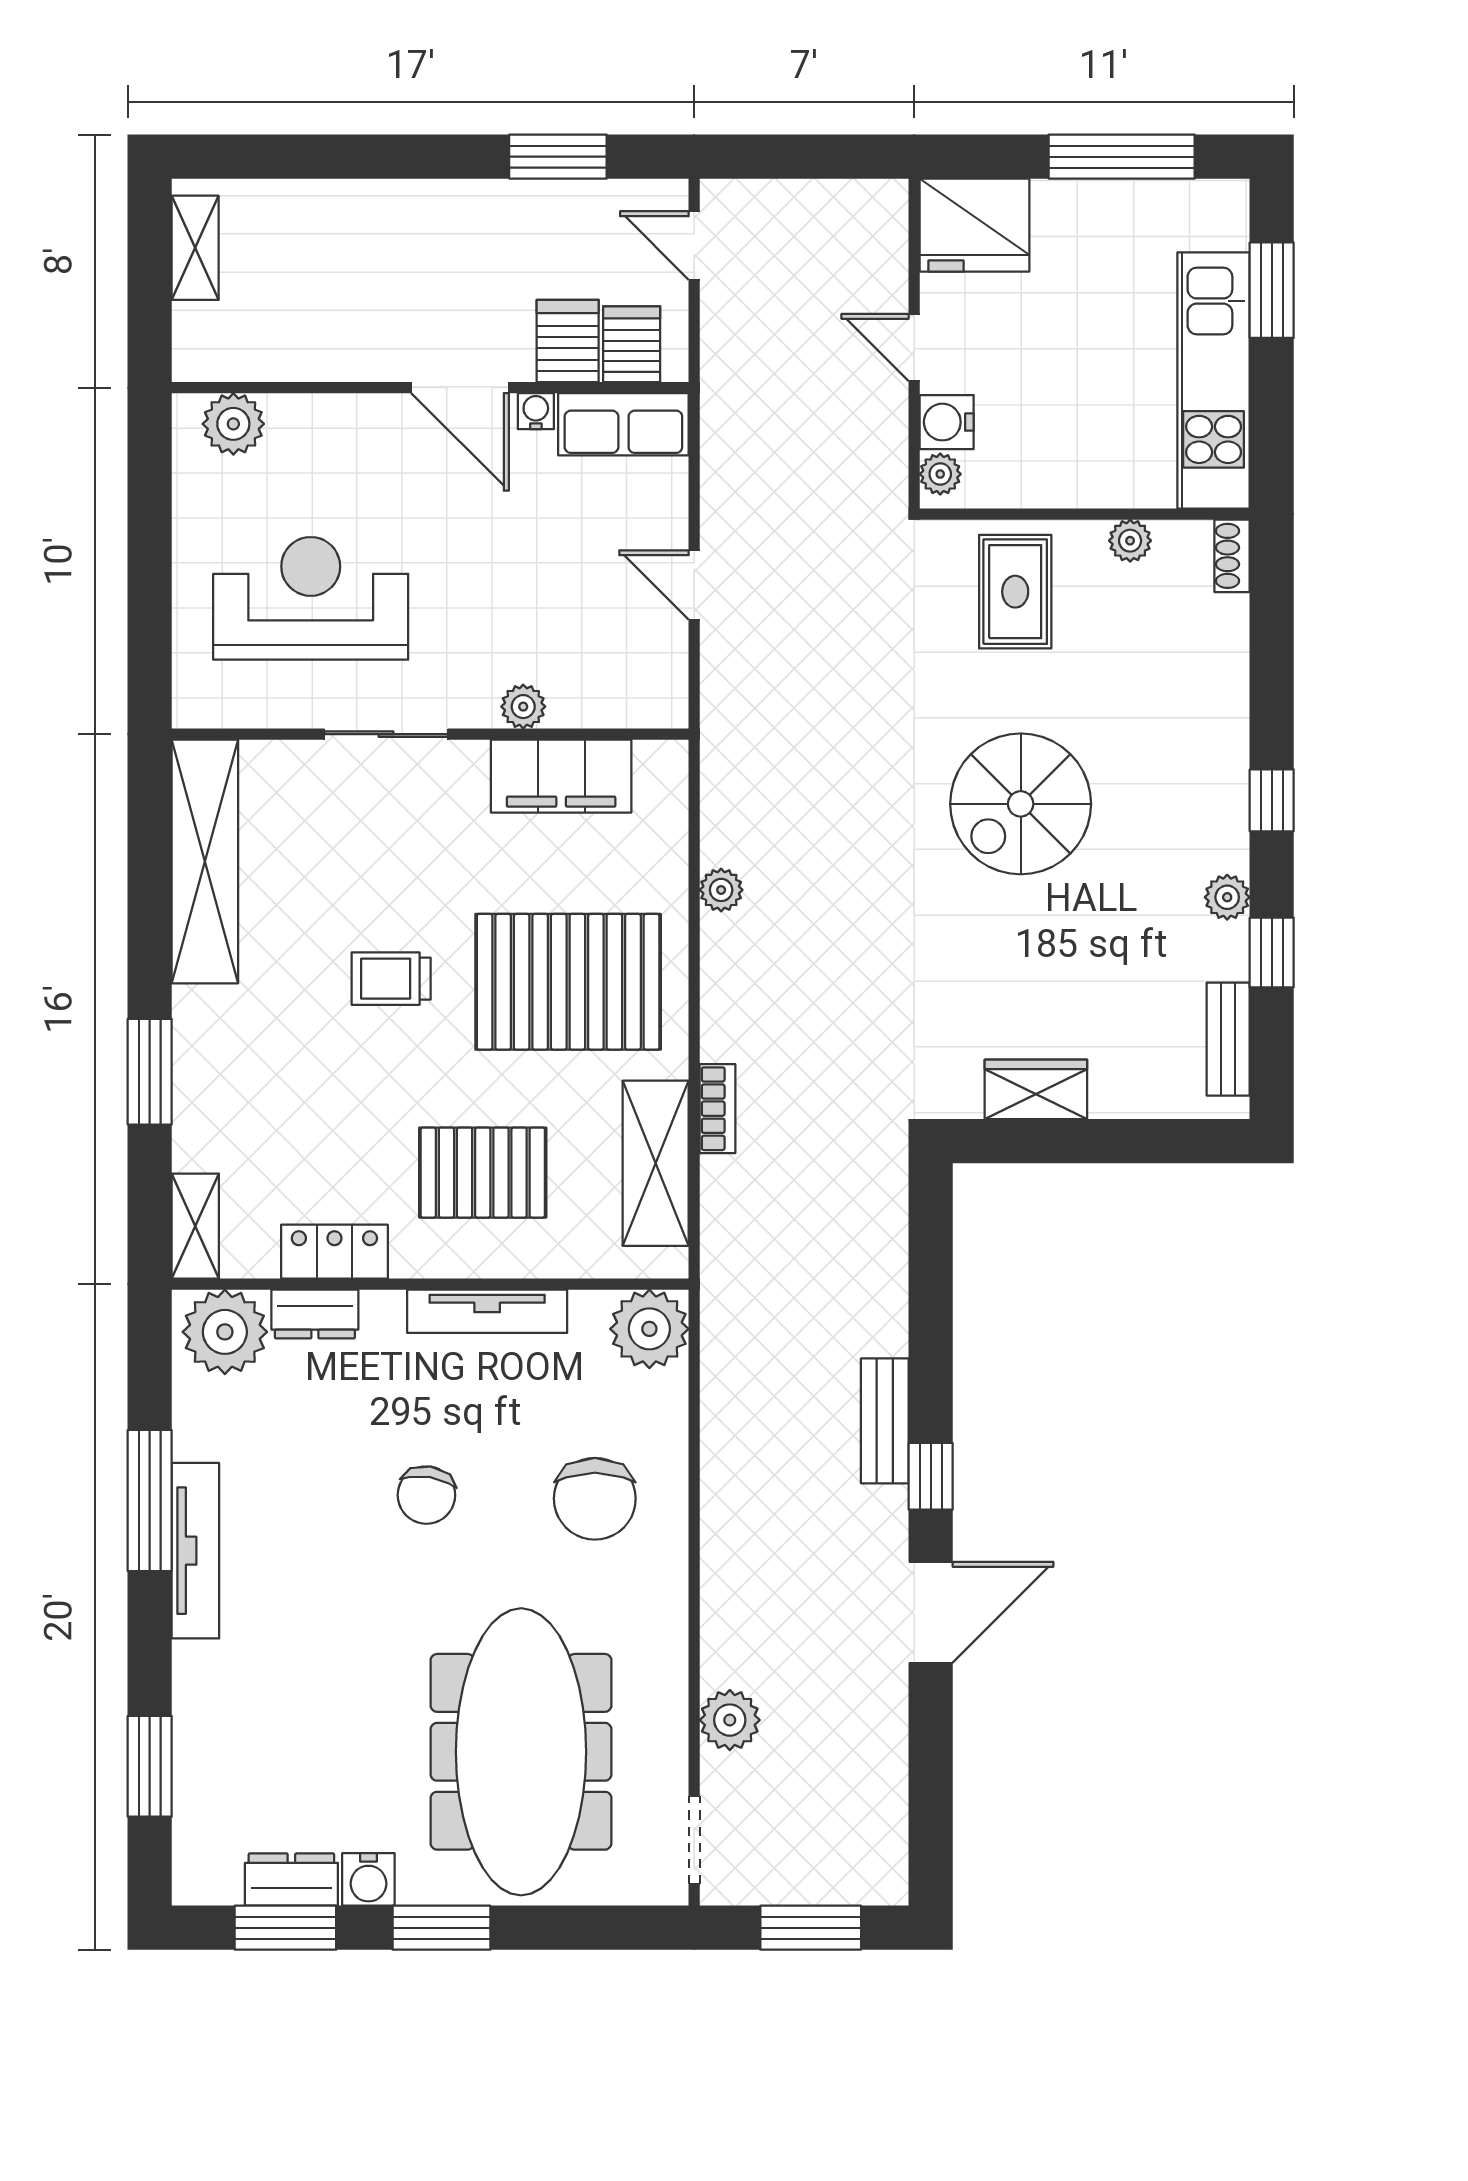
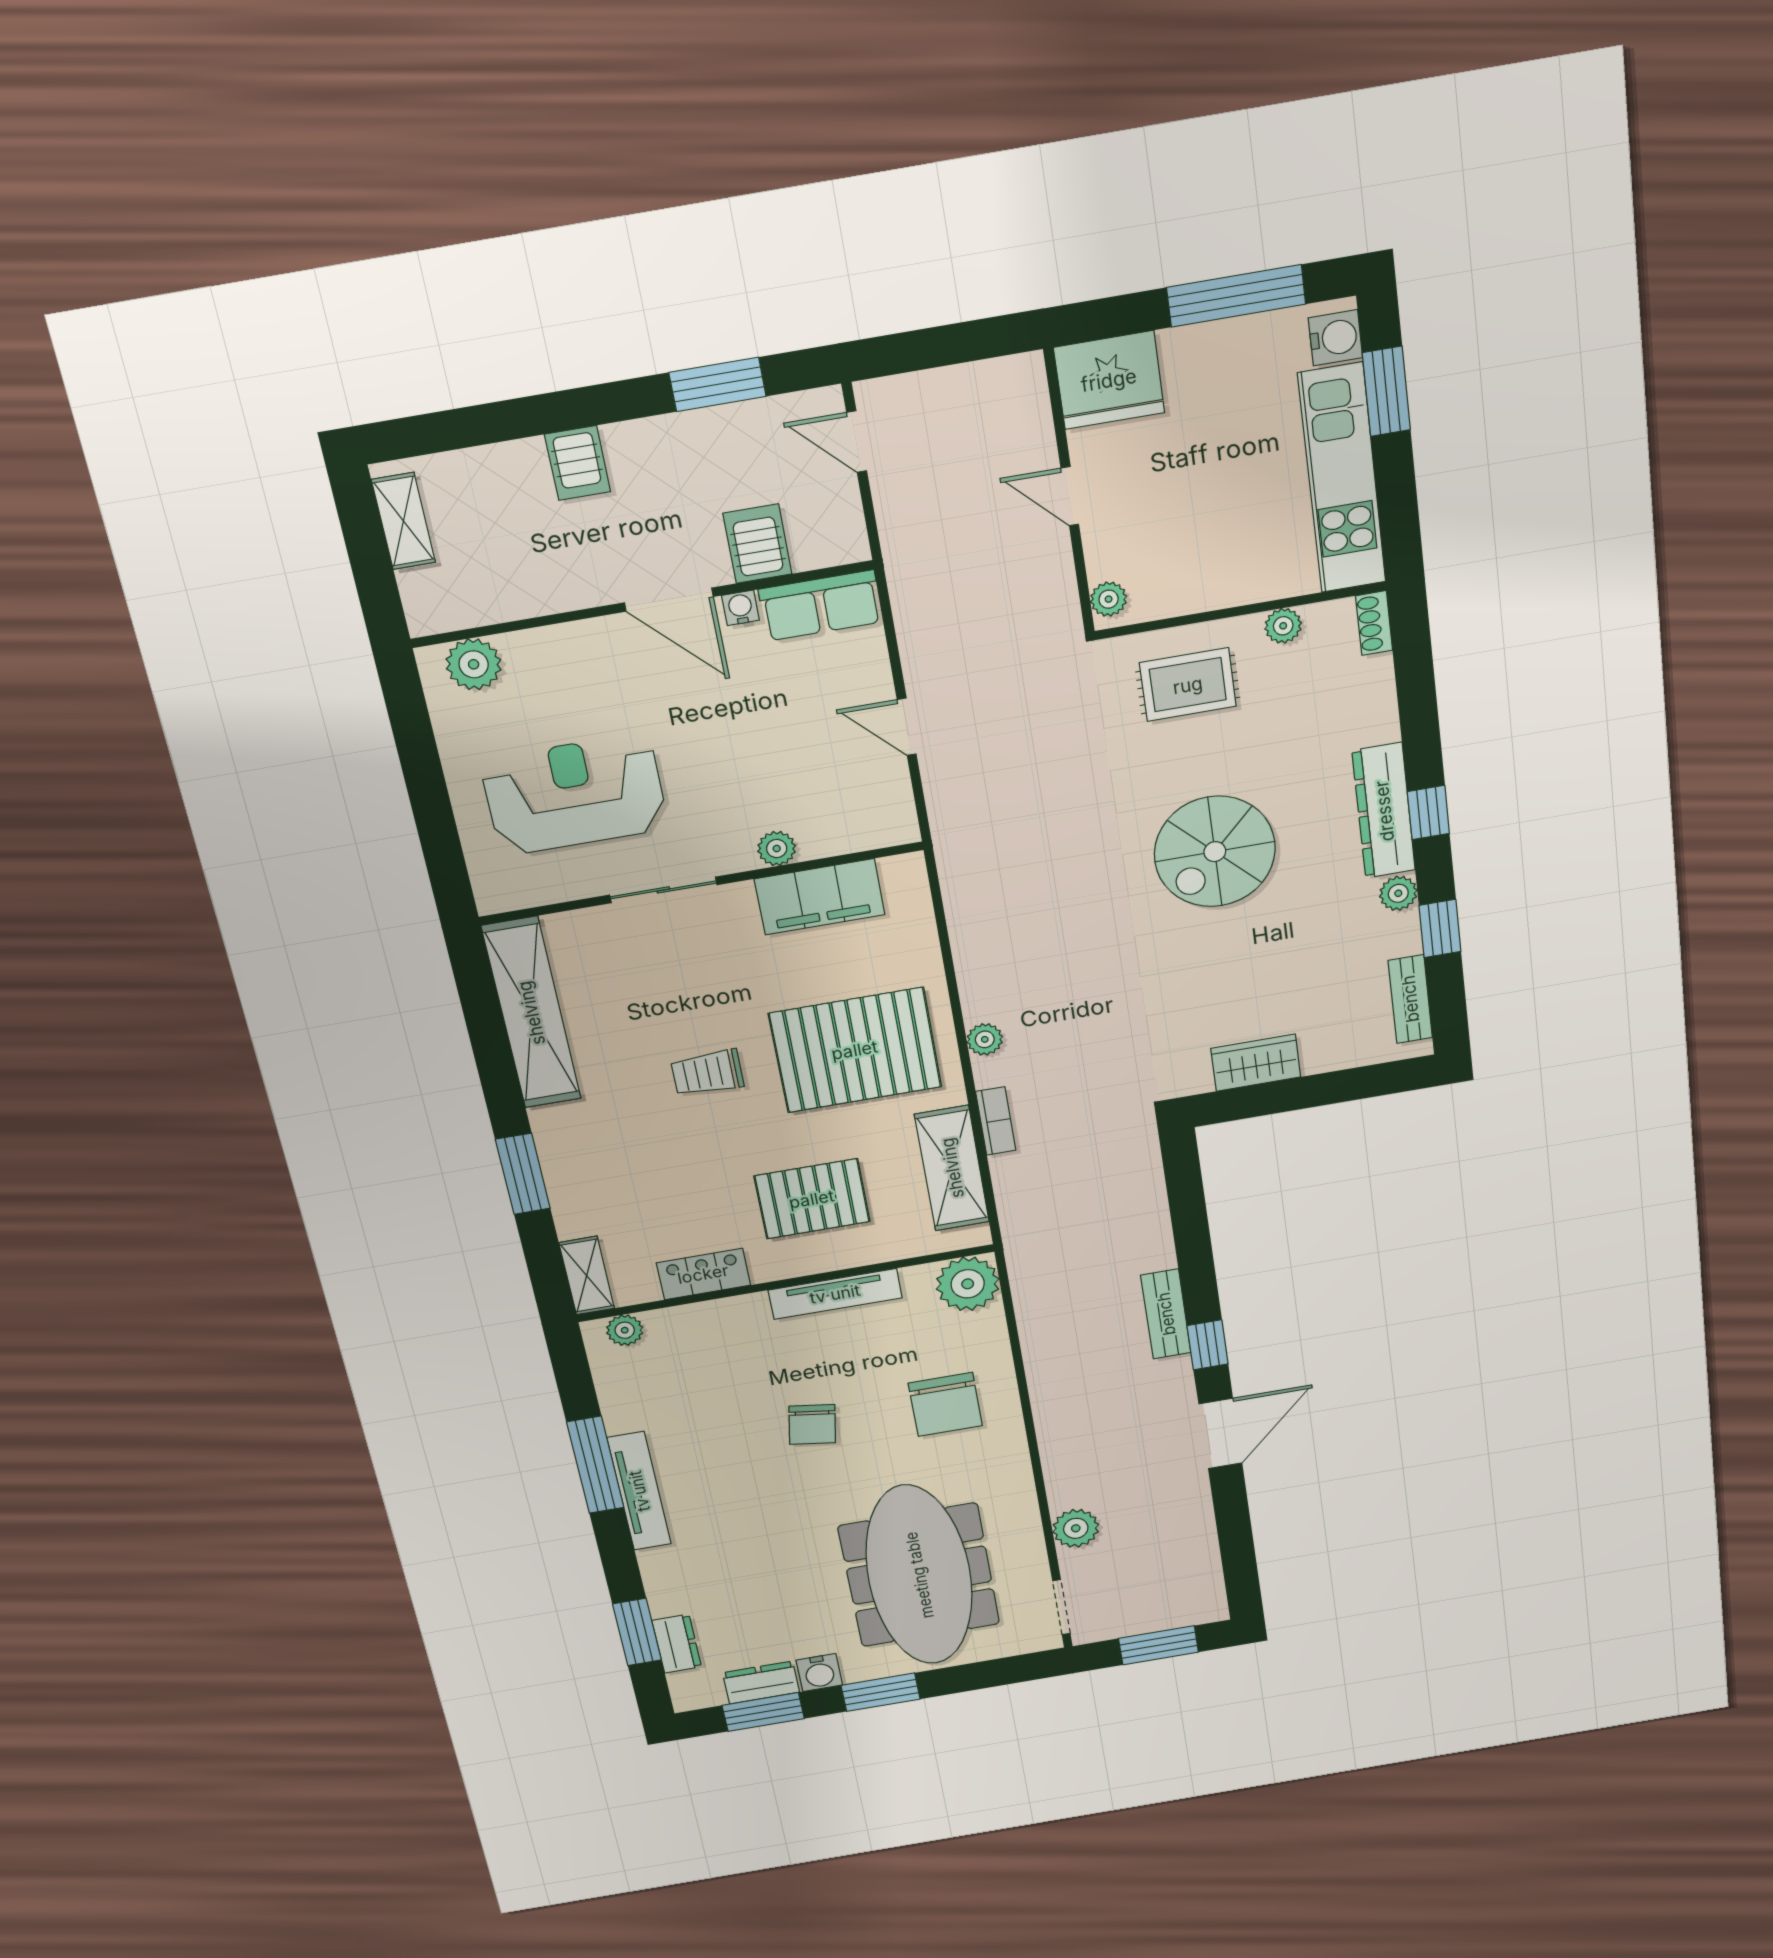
server rack: (632, 344) -> (578, 463), moved, turned 180
water cooler: (947, 422) -> (1335, 338), moved, turned 180
rug: (1015, 592) -> (1188, 685), turned 90
dresser: (1220, 788) -> (1384, 811), added
plant: (721, 890) -> (985, 1039), moved
dresser: (315, 1314) -> (677, 1644), moved, turned -90
plant: (225, 1332) -> (625, 1330), width x0.53, depth x0.53

